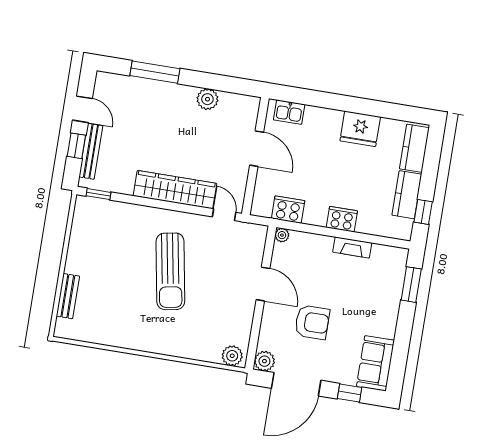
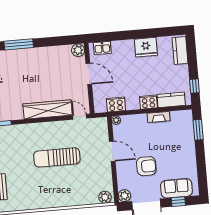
plant: (207, 99) -> (78, 50), moved
kitchen counter: (407, 195) -> (171, 100), moved, turned 90
sun lounger: (170, 271) -> (57, 157), turned 100
sofa: (375, 363) -> (176, 188), moved, turned 90

